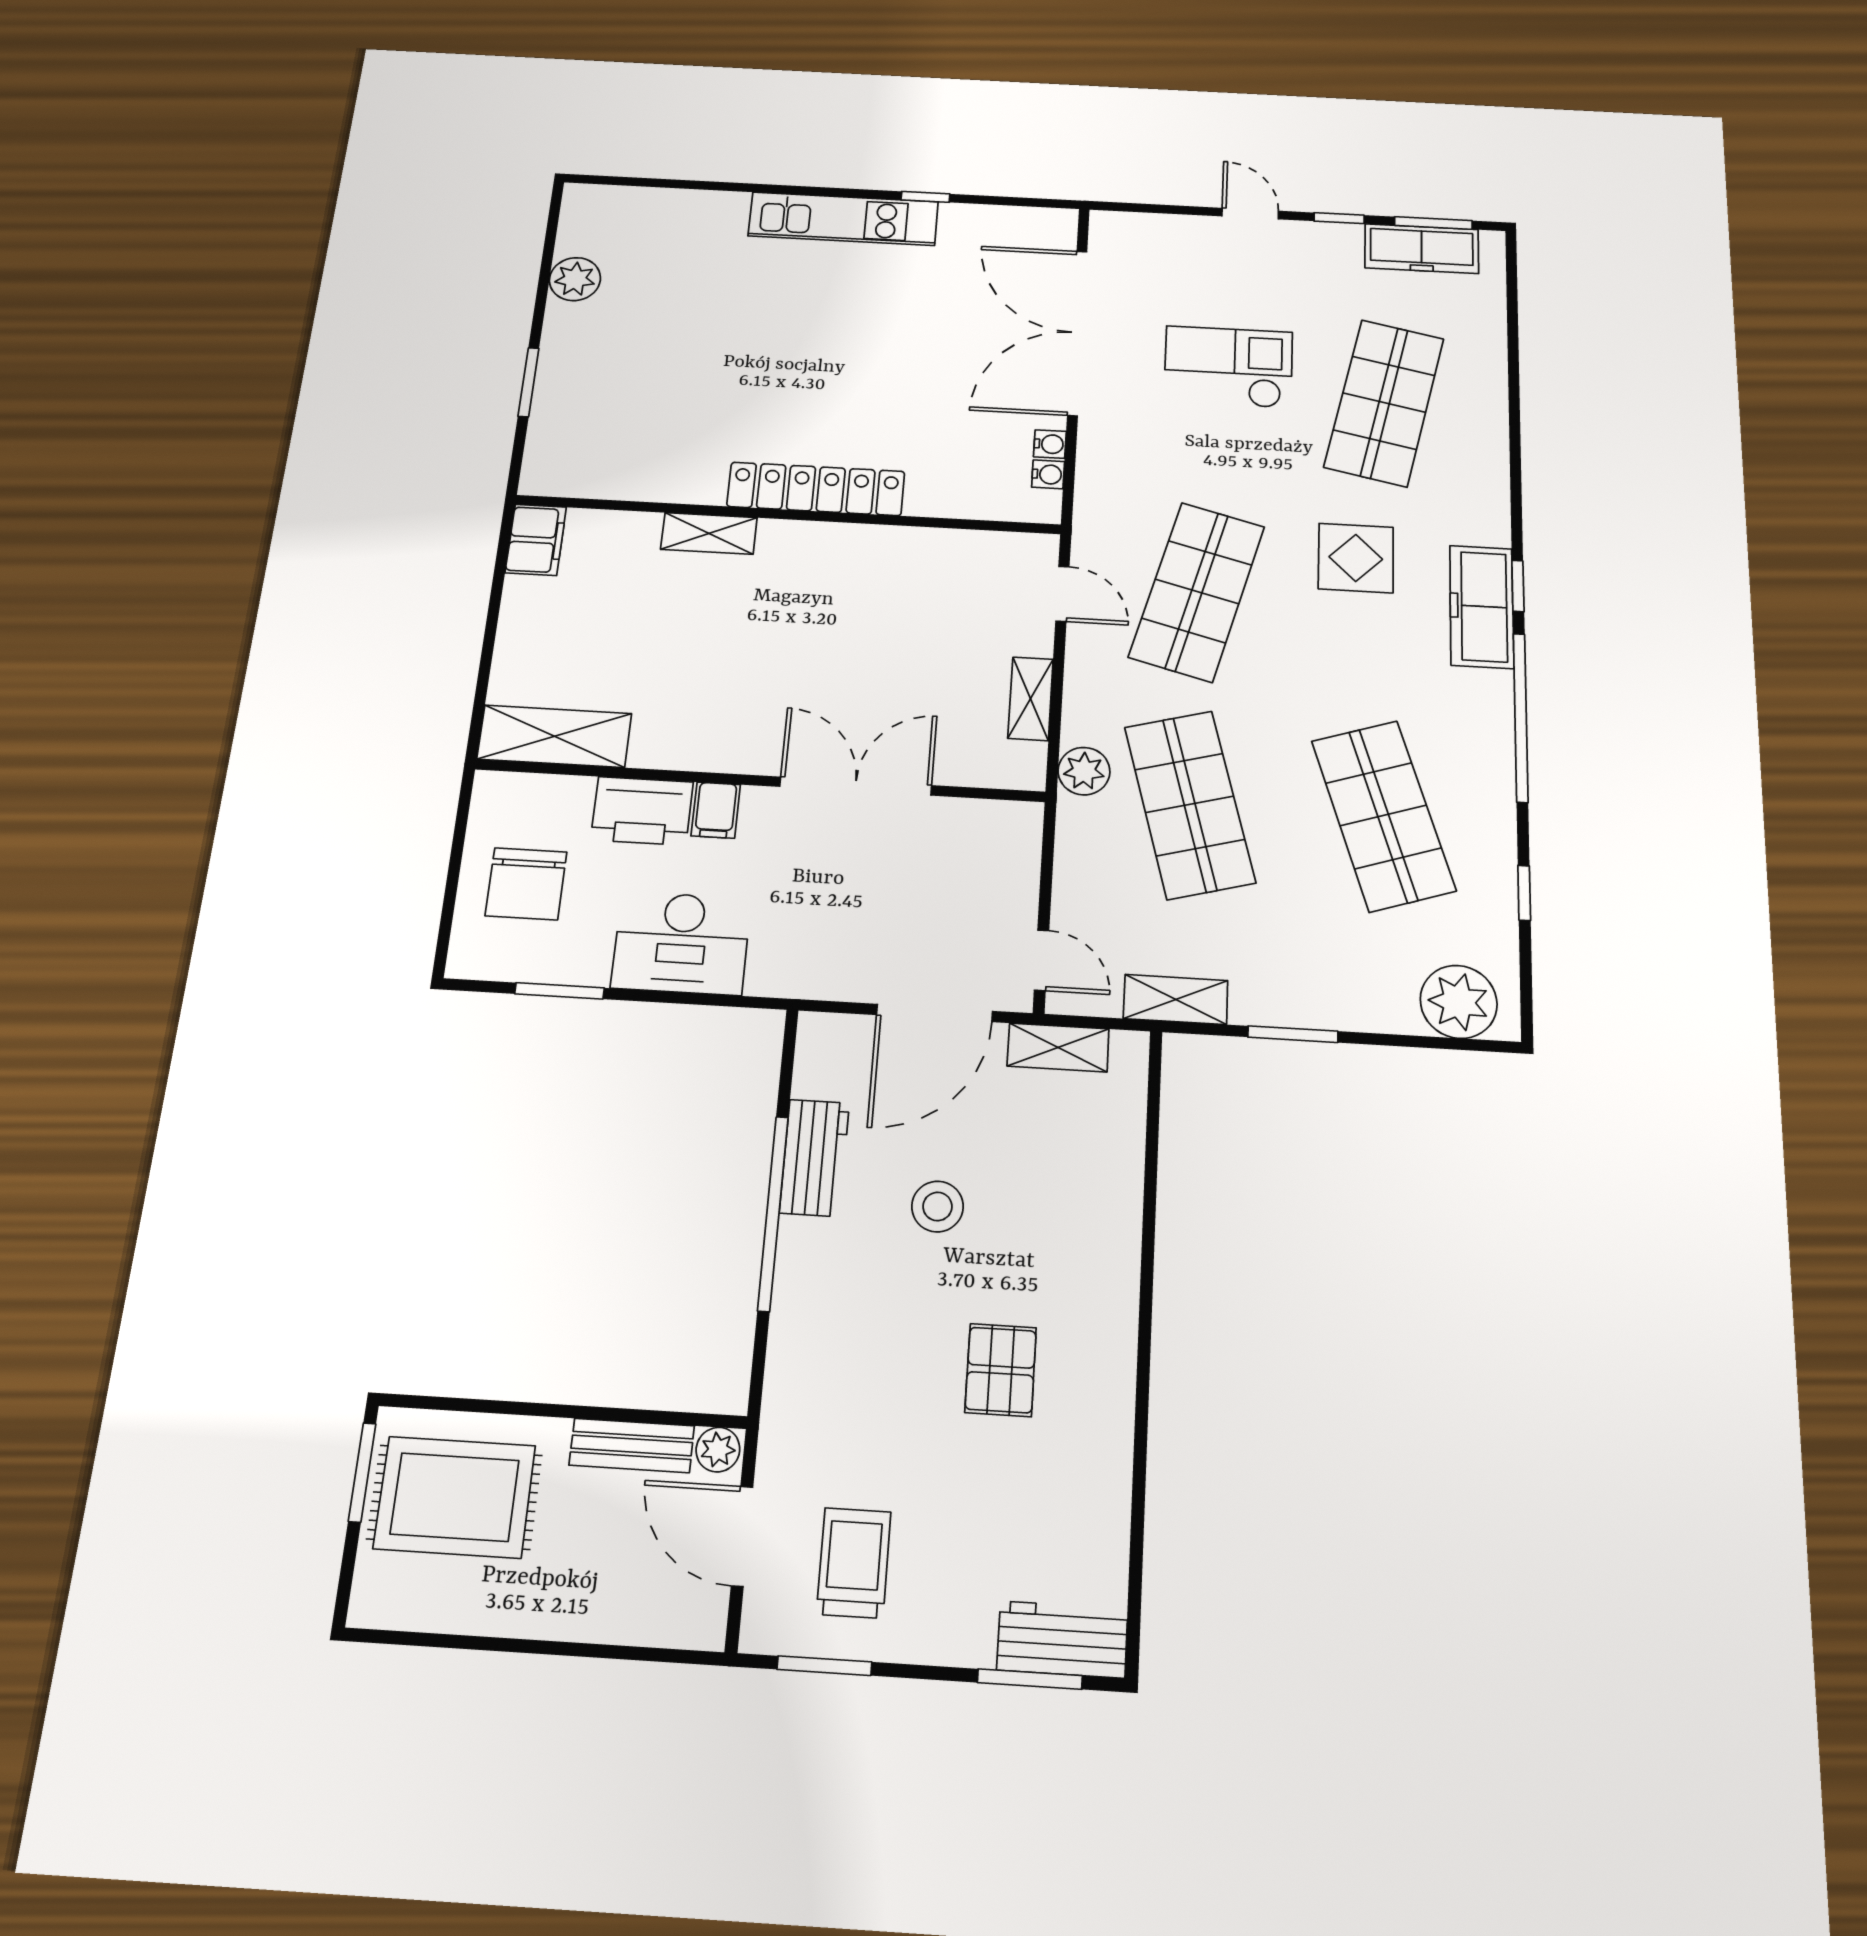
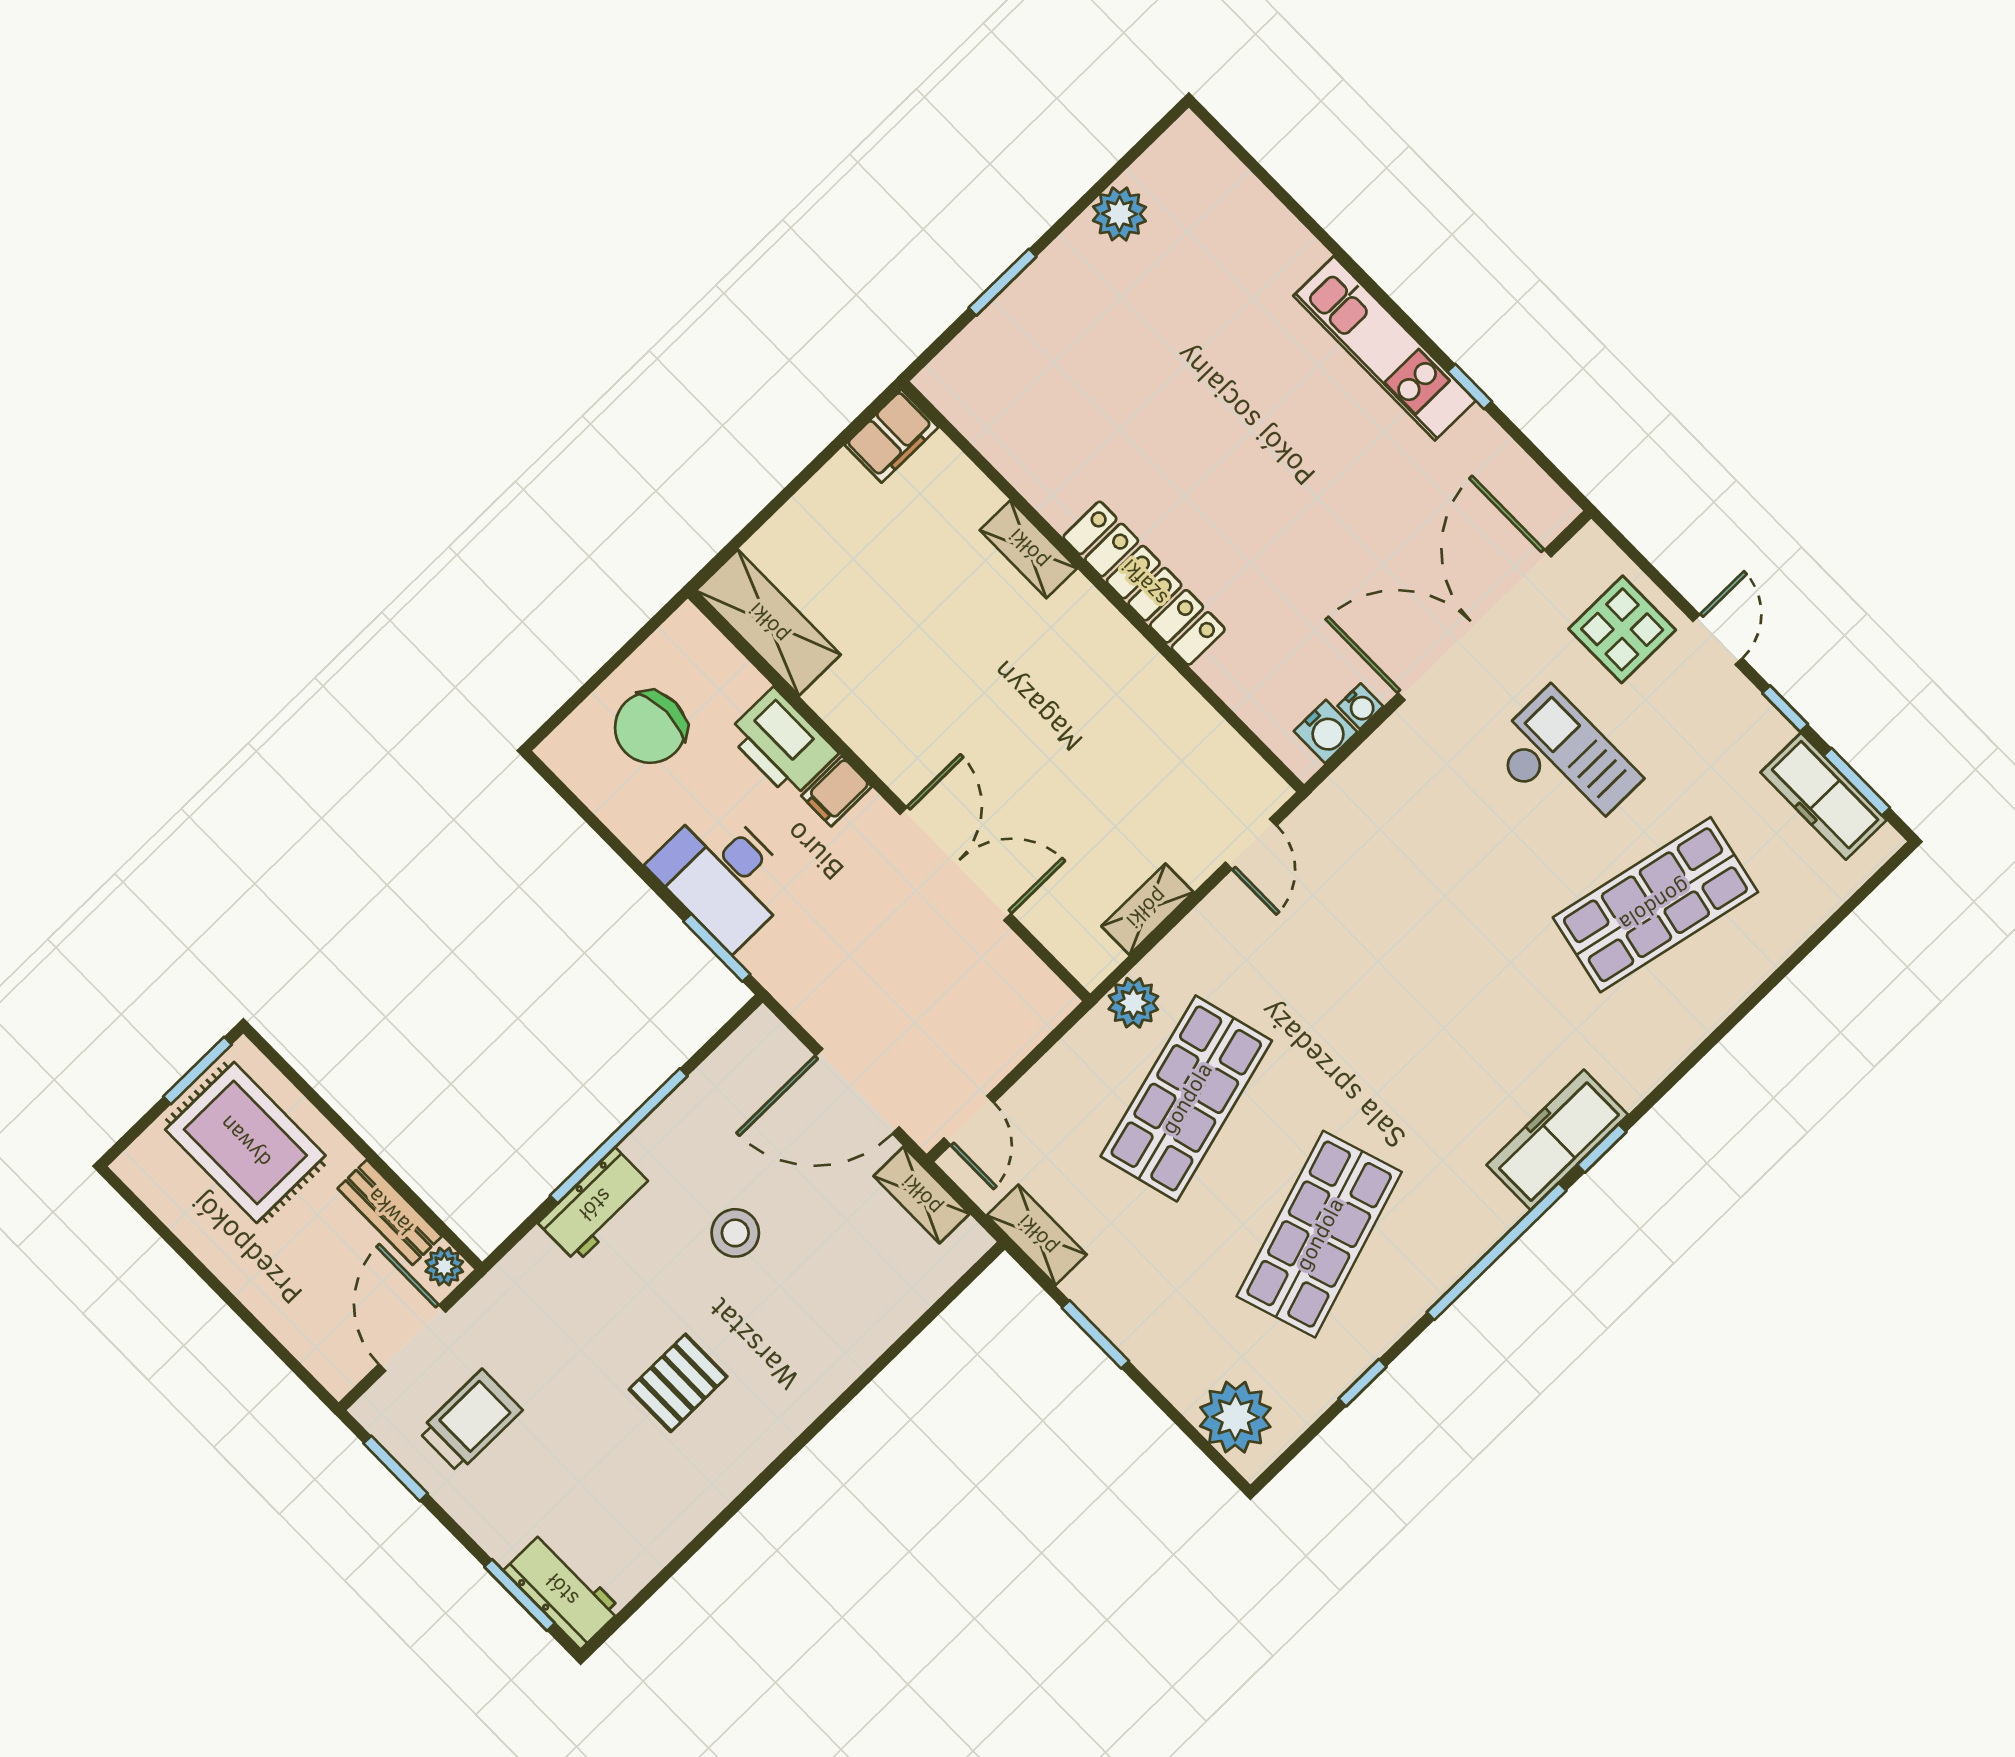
water cooler: (1048, 474) -> (1326, 732), width x1.38, depth x1.38
display table: (1356, 558) -> (1622, 629), moved
shop shelf: (1197, 592) -> (1354, 934), removed
window: (559, 991) -> (717, 948), moved
workbench: (814, 1158) -> (596, 1205), moved

